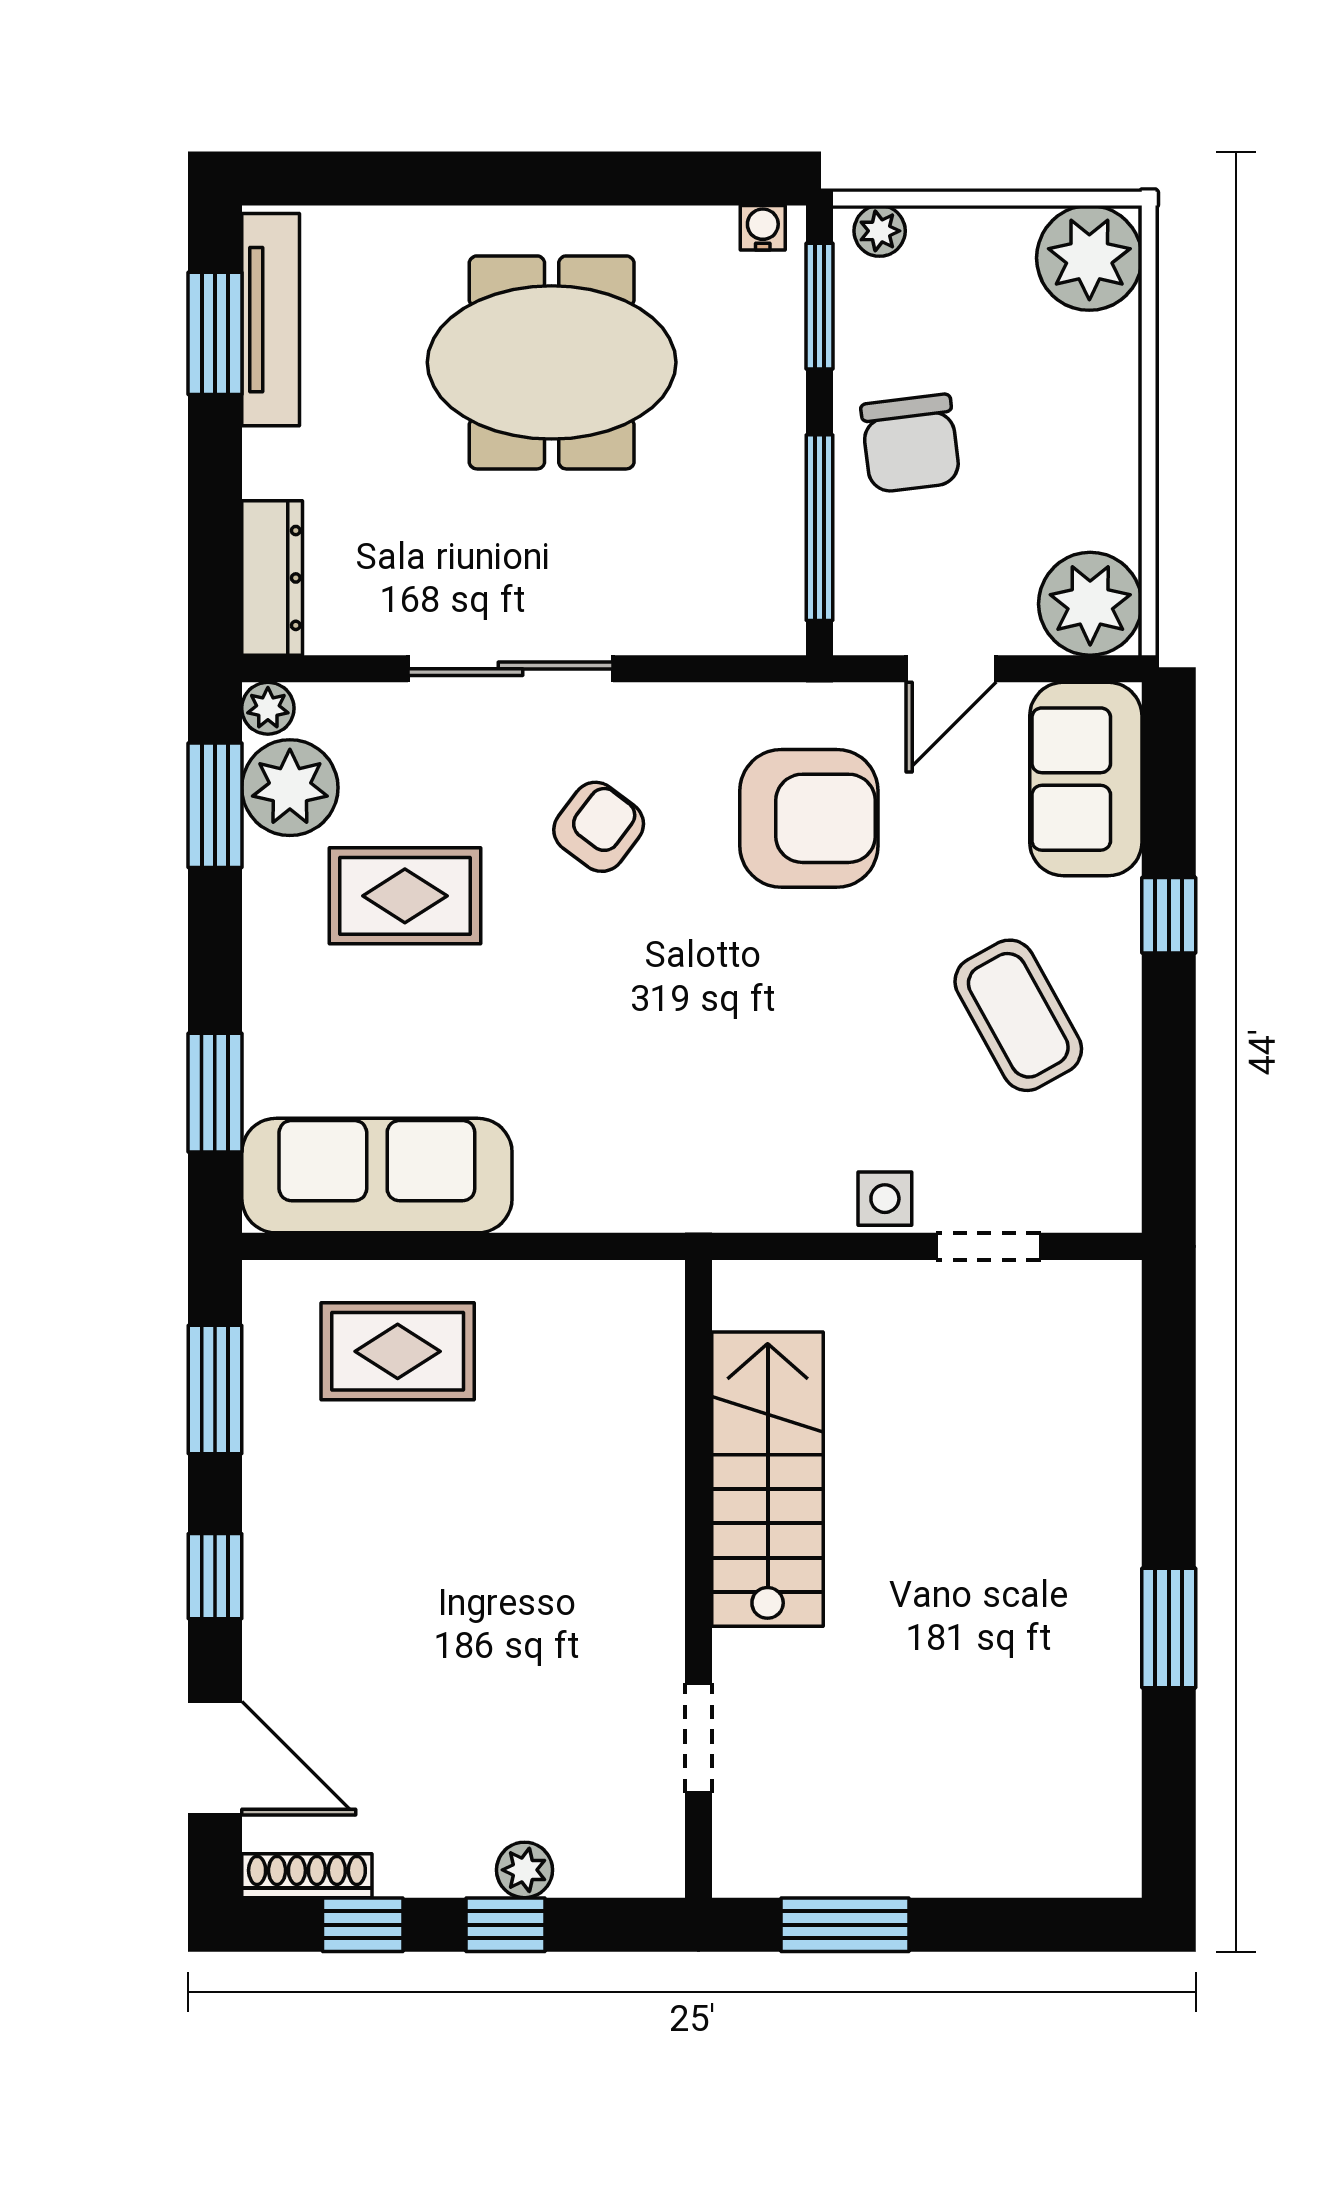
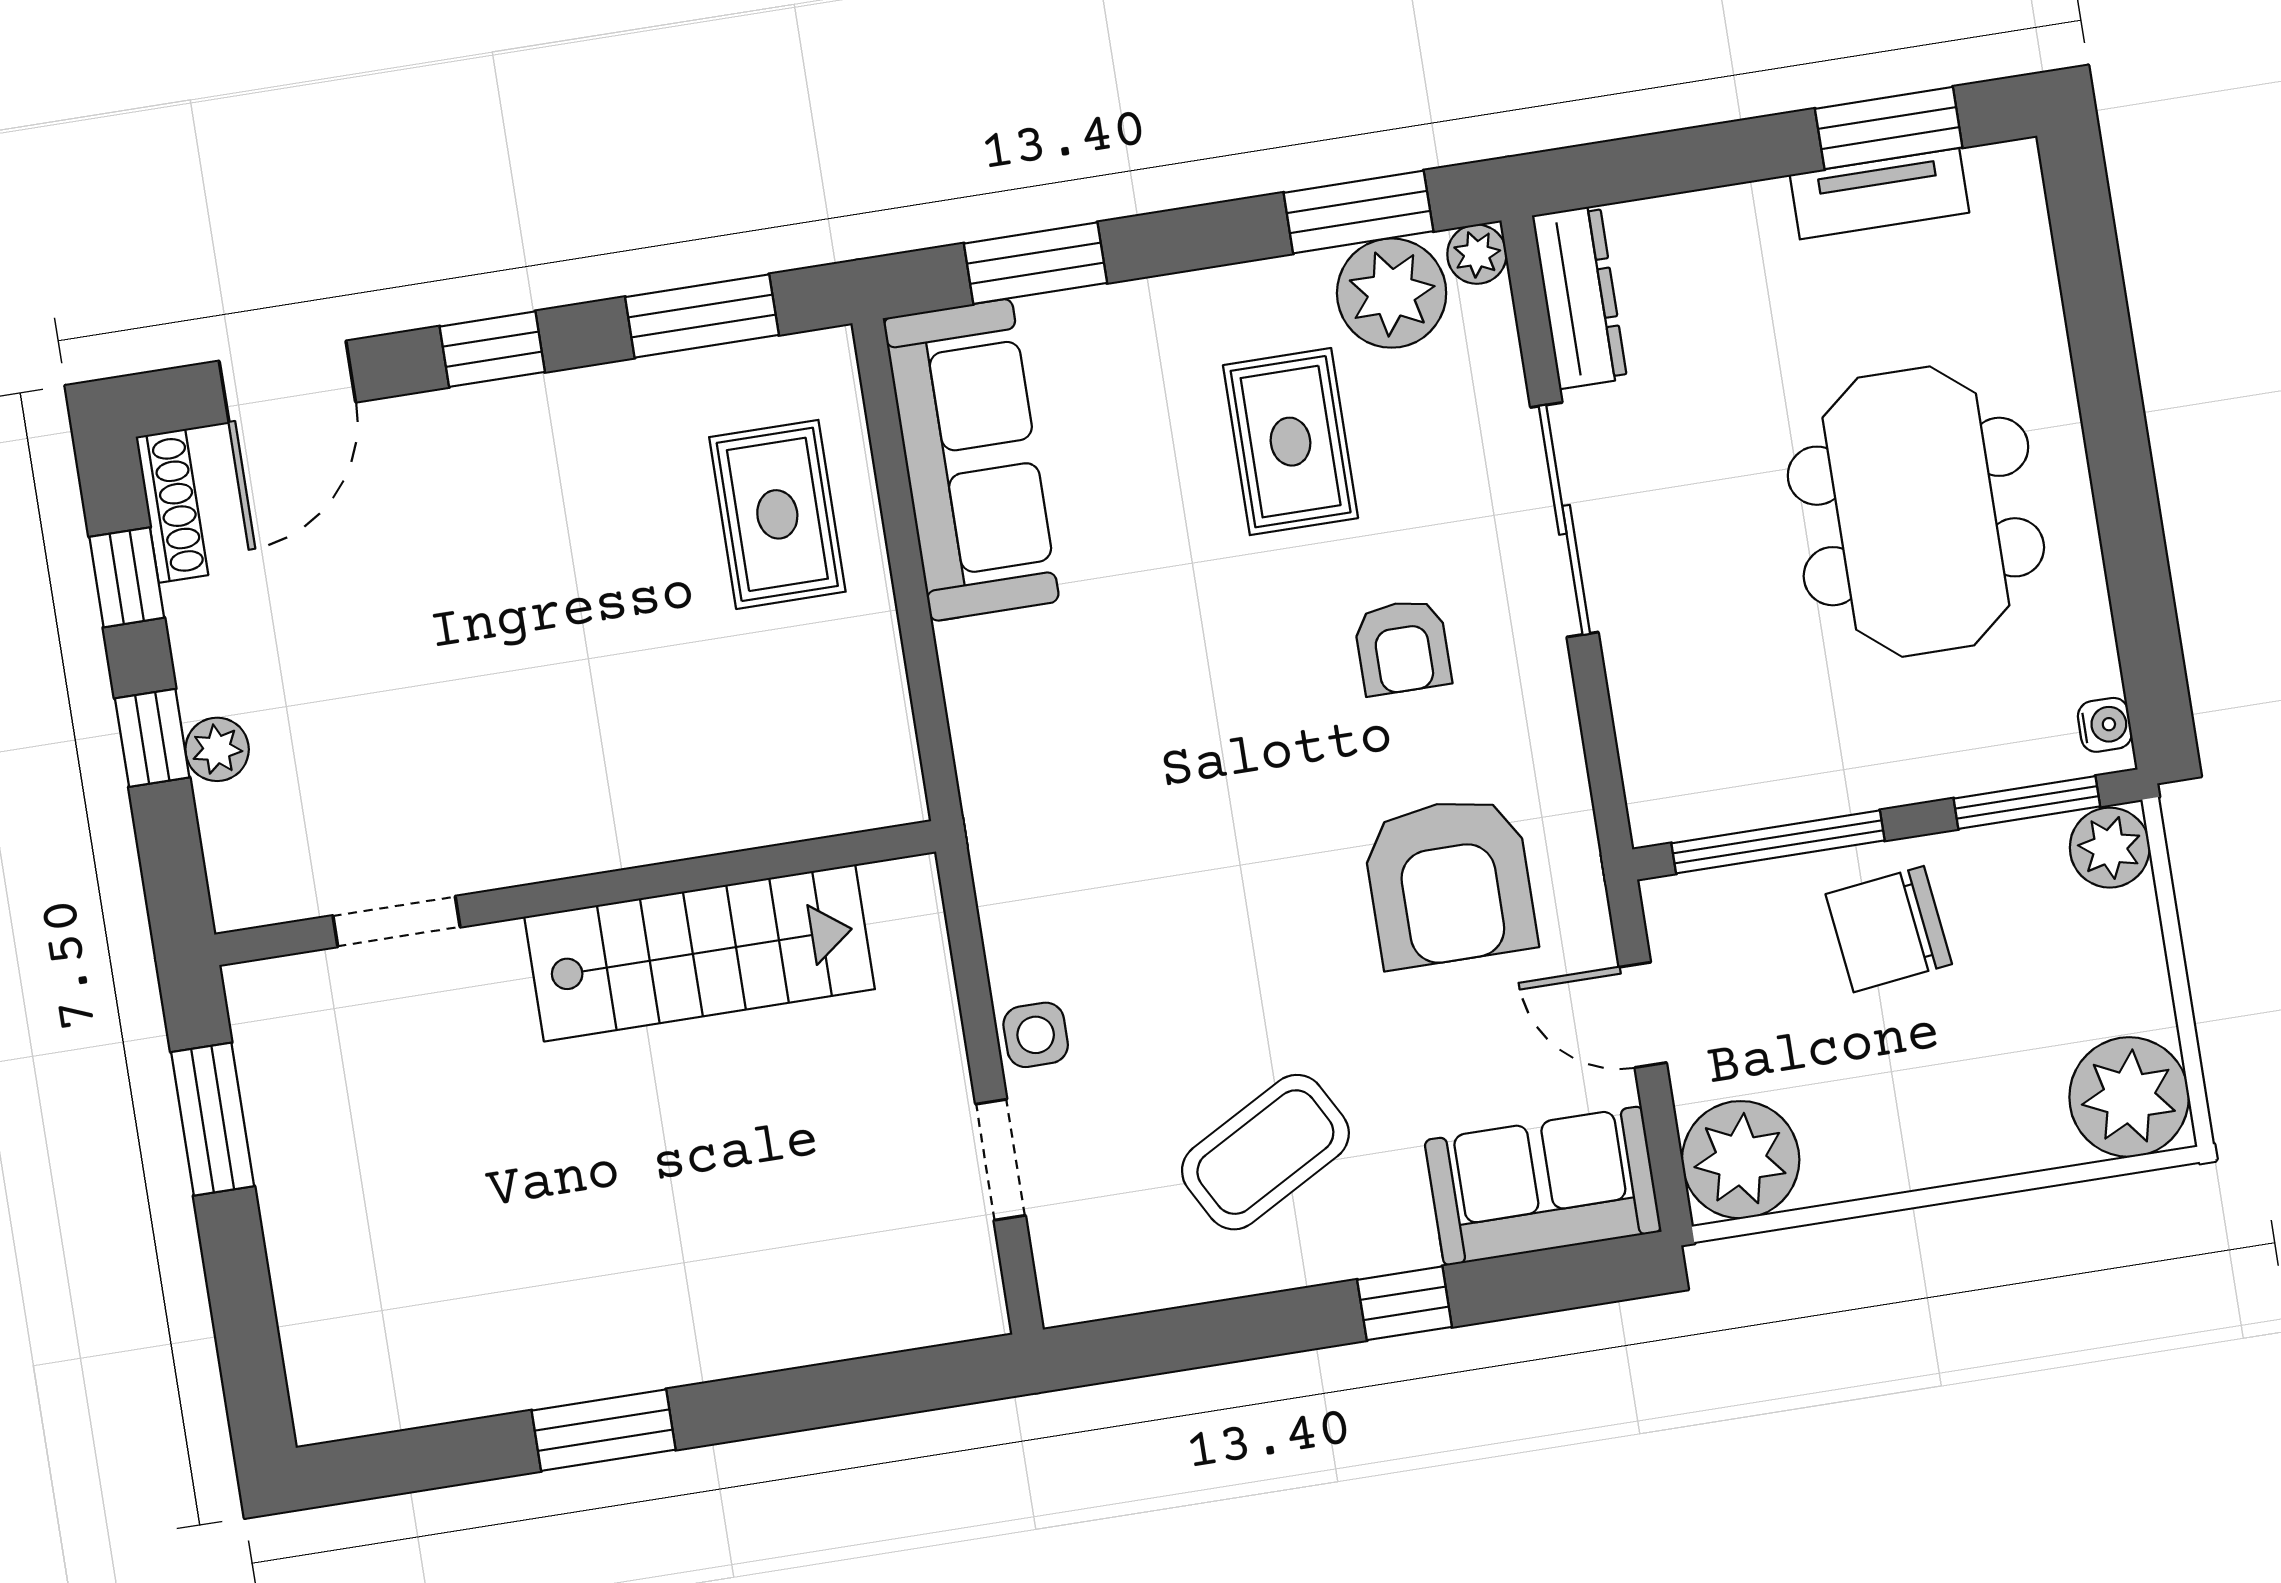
plant: (880, 231) -> (2110, 848), width x1.38, depth x1.38
tv unit: (271, 320) -> (1879, 194), width x0.71
dresser: (272, 578) -> (1579, 297), moved, turned -90
armchair: (599, 827) -> (1402, 647), turned 53

